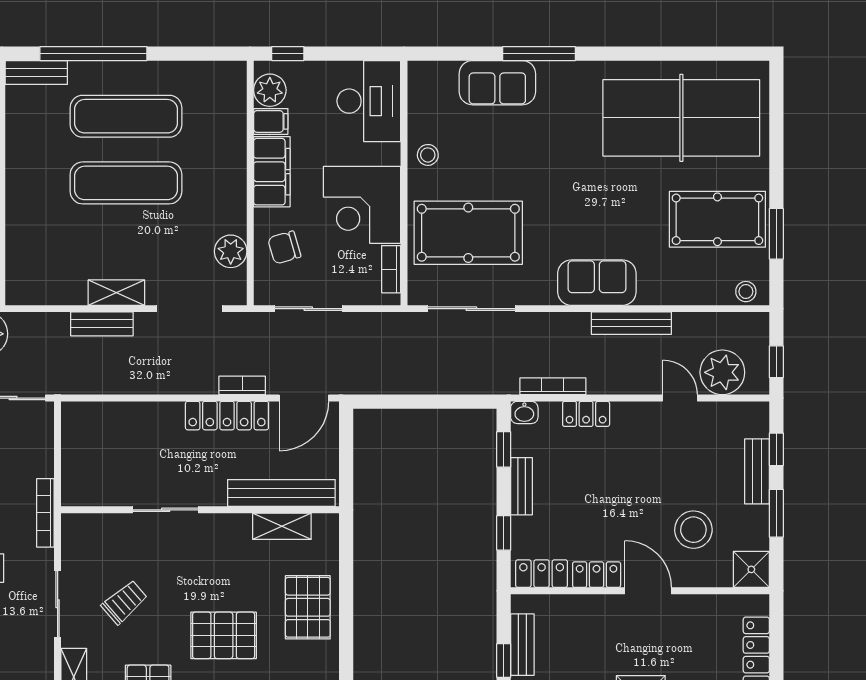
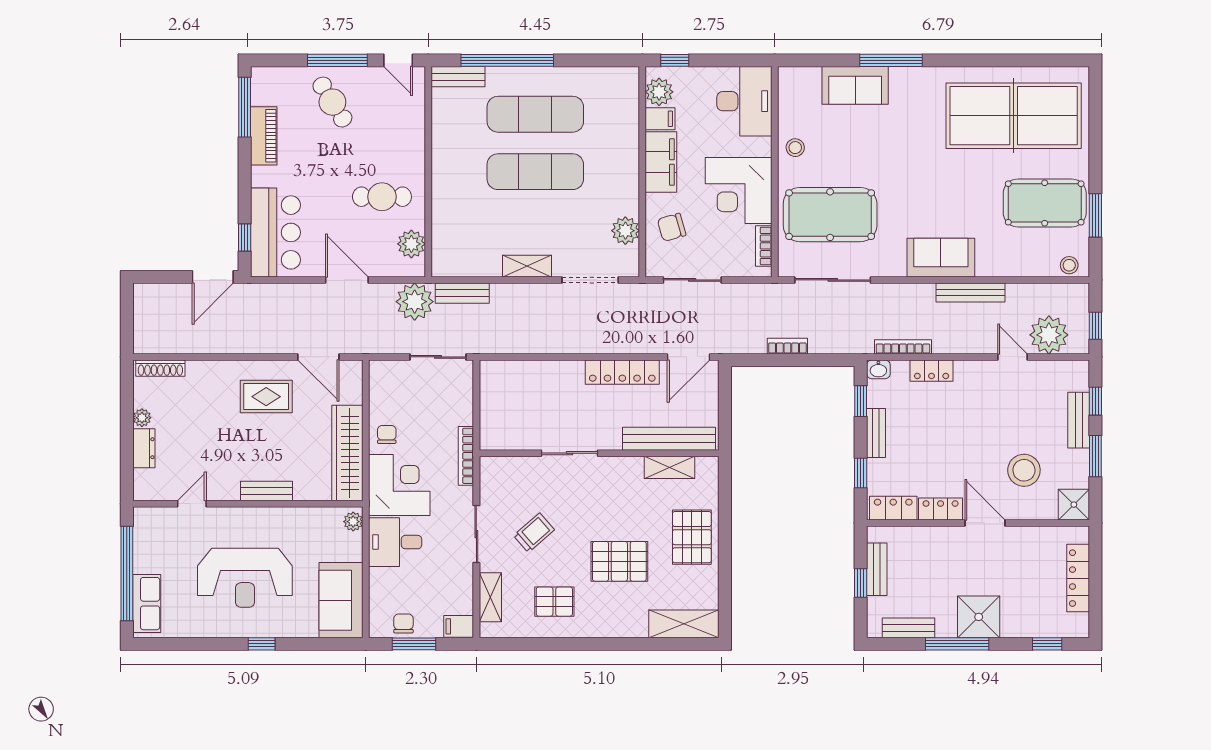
bench: (102, 324) -> (462, 293), moved
bookcase: (242, 385) -> (787, 346), moved

